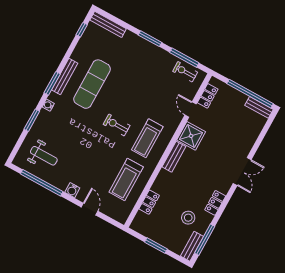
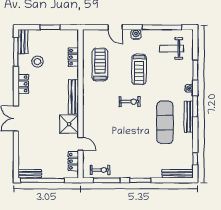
treadmill: (147, 138) -> (139, 69), moved, turned 180
bench: (174, 157) -> (73, 97), width x1.36

